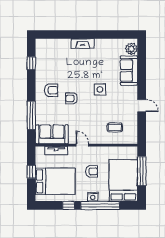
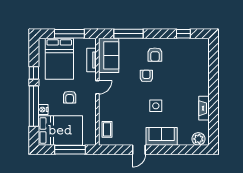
fireplace: (83, 44) -> (204, 108), moved
sofa: (129, 71) -> (162, 136), moved
coffee table: (115, 127) -> (107, 129), moved
window: (31, 172) -> (69, 34), width x2.17
nightstand: (93, 197) -> (43, 110), moved

